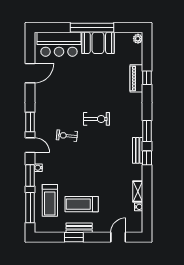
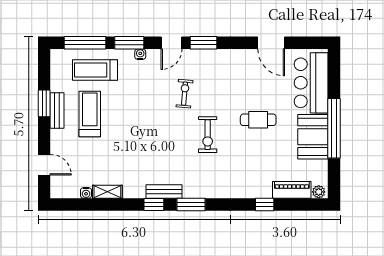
piano: (136, 78) -> (292, 190), moved
cafe table: (86, 82) -> (258, 120), added

